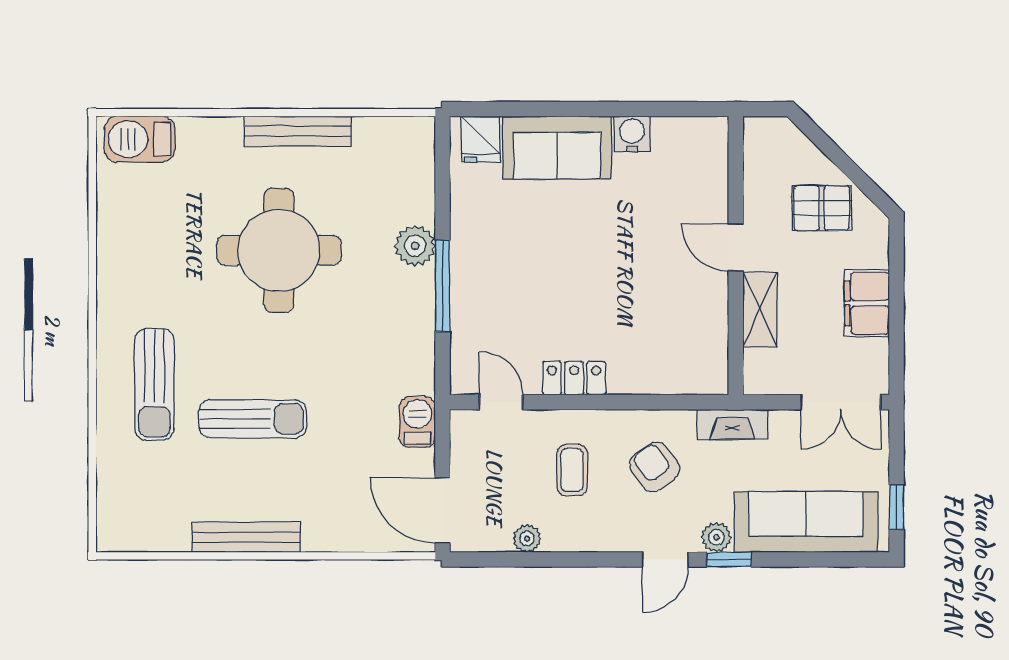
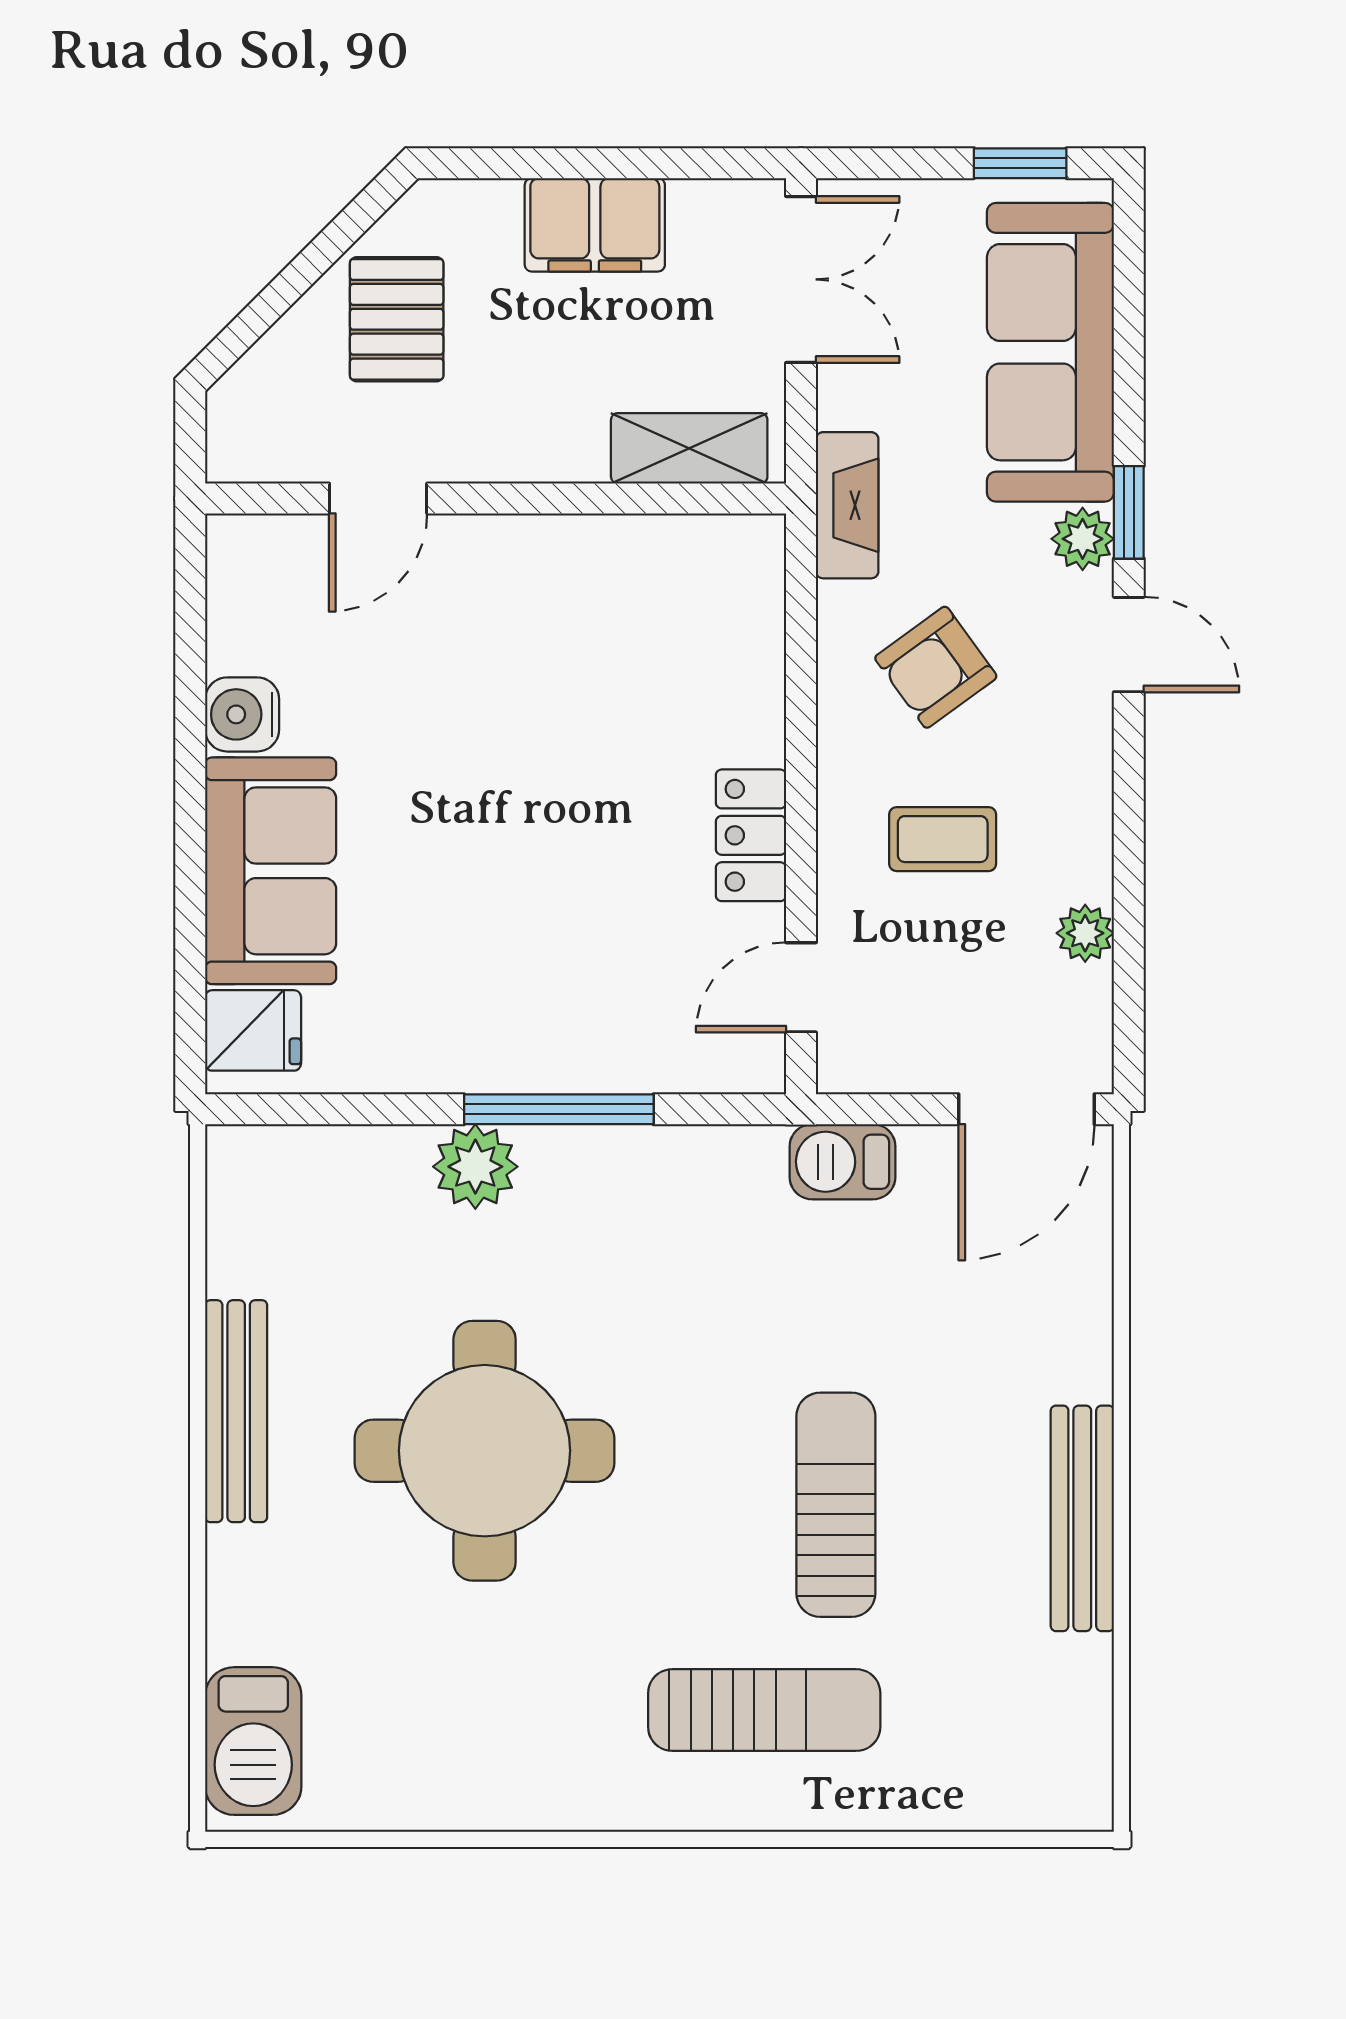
door: (736, 247) -> (378, 498), moved
shelving: (760, 310) -> (689, 448), moved

